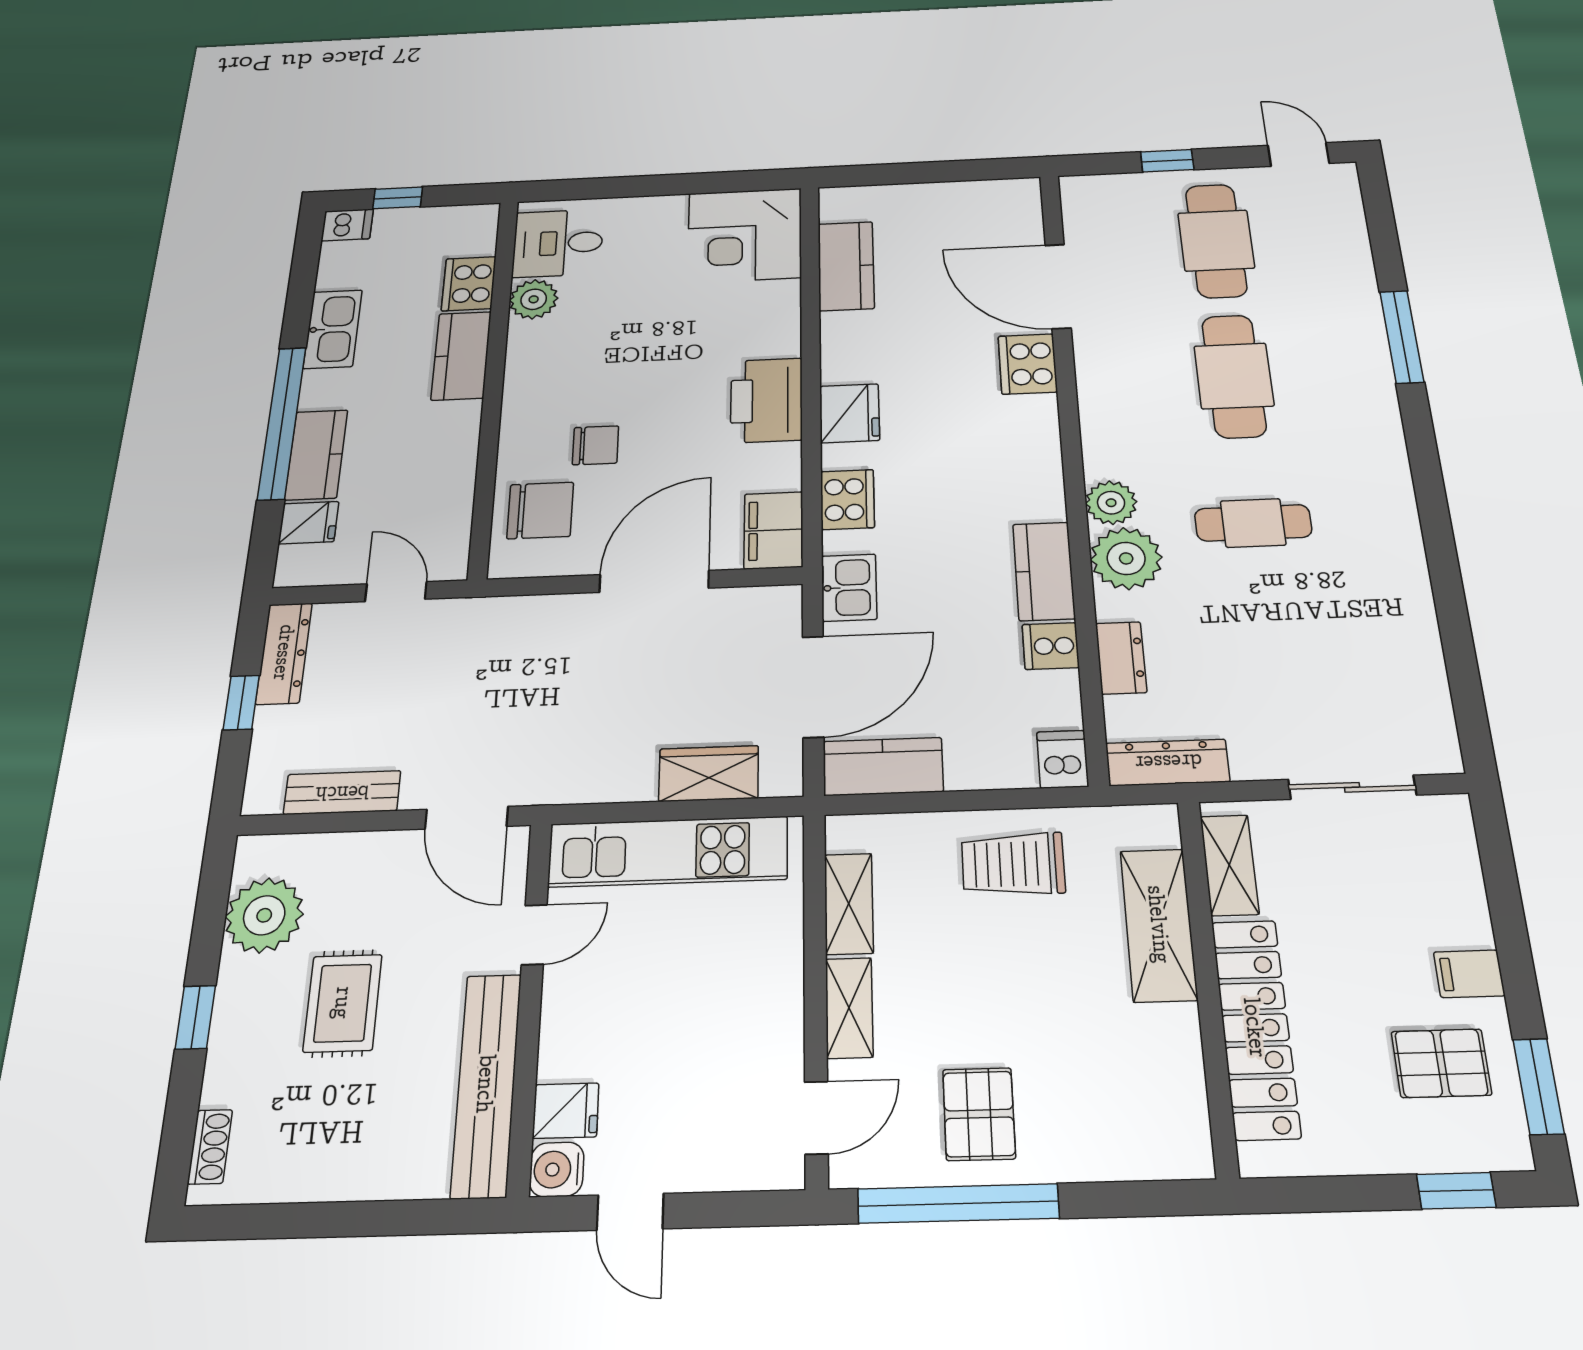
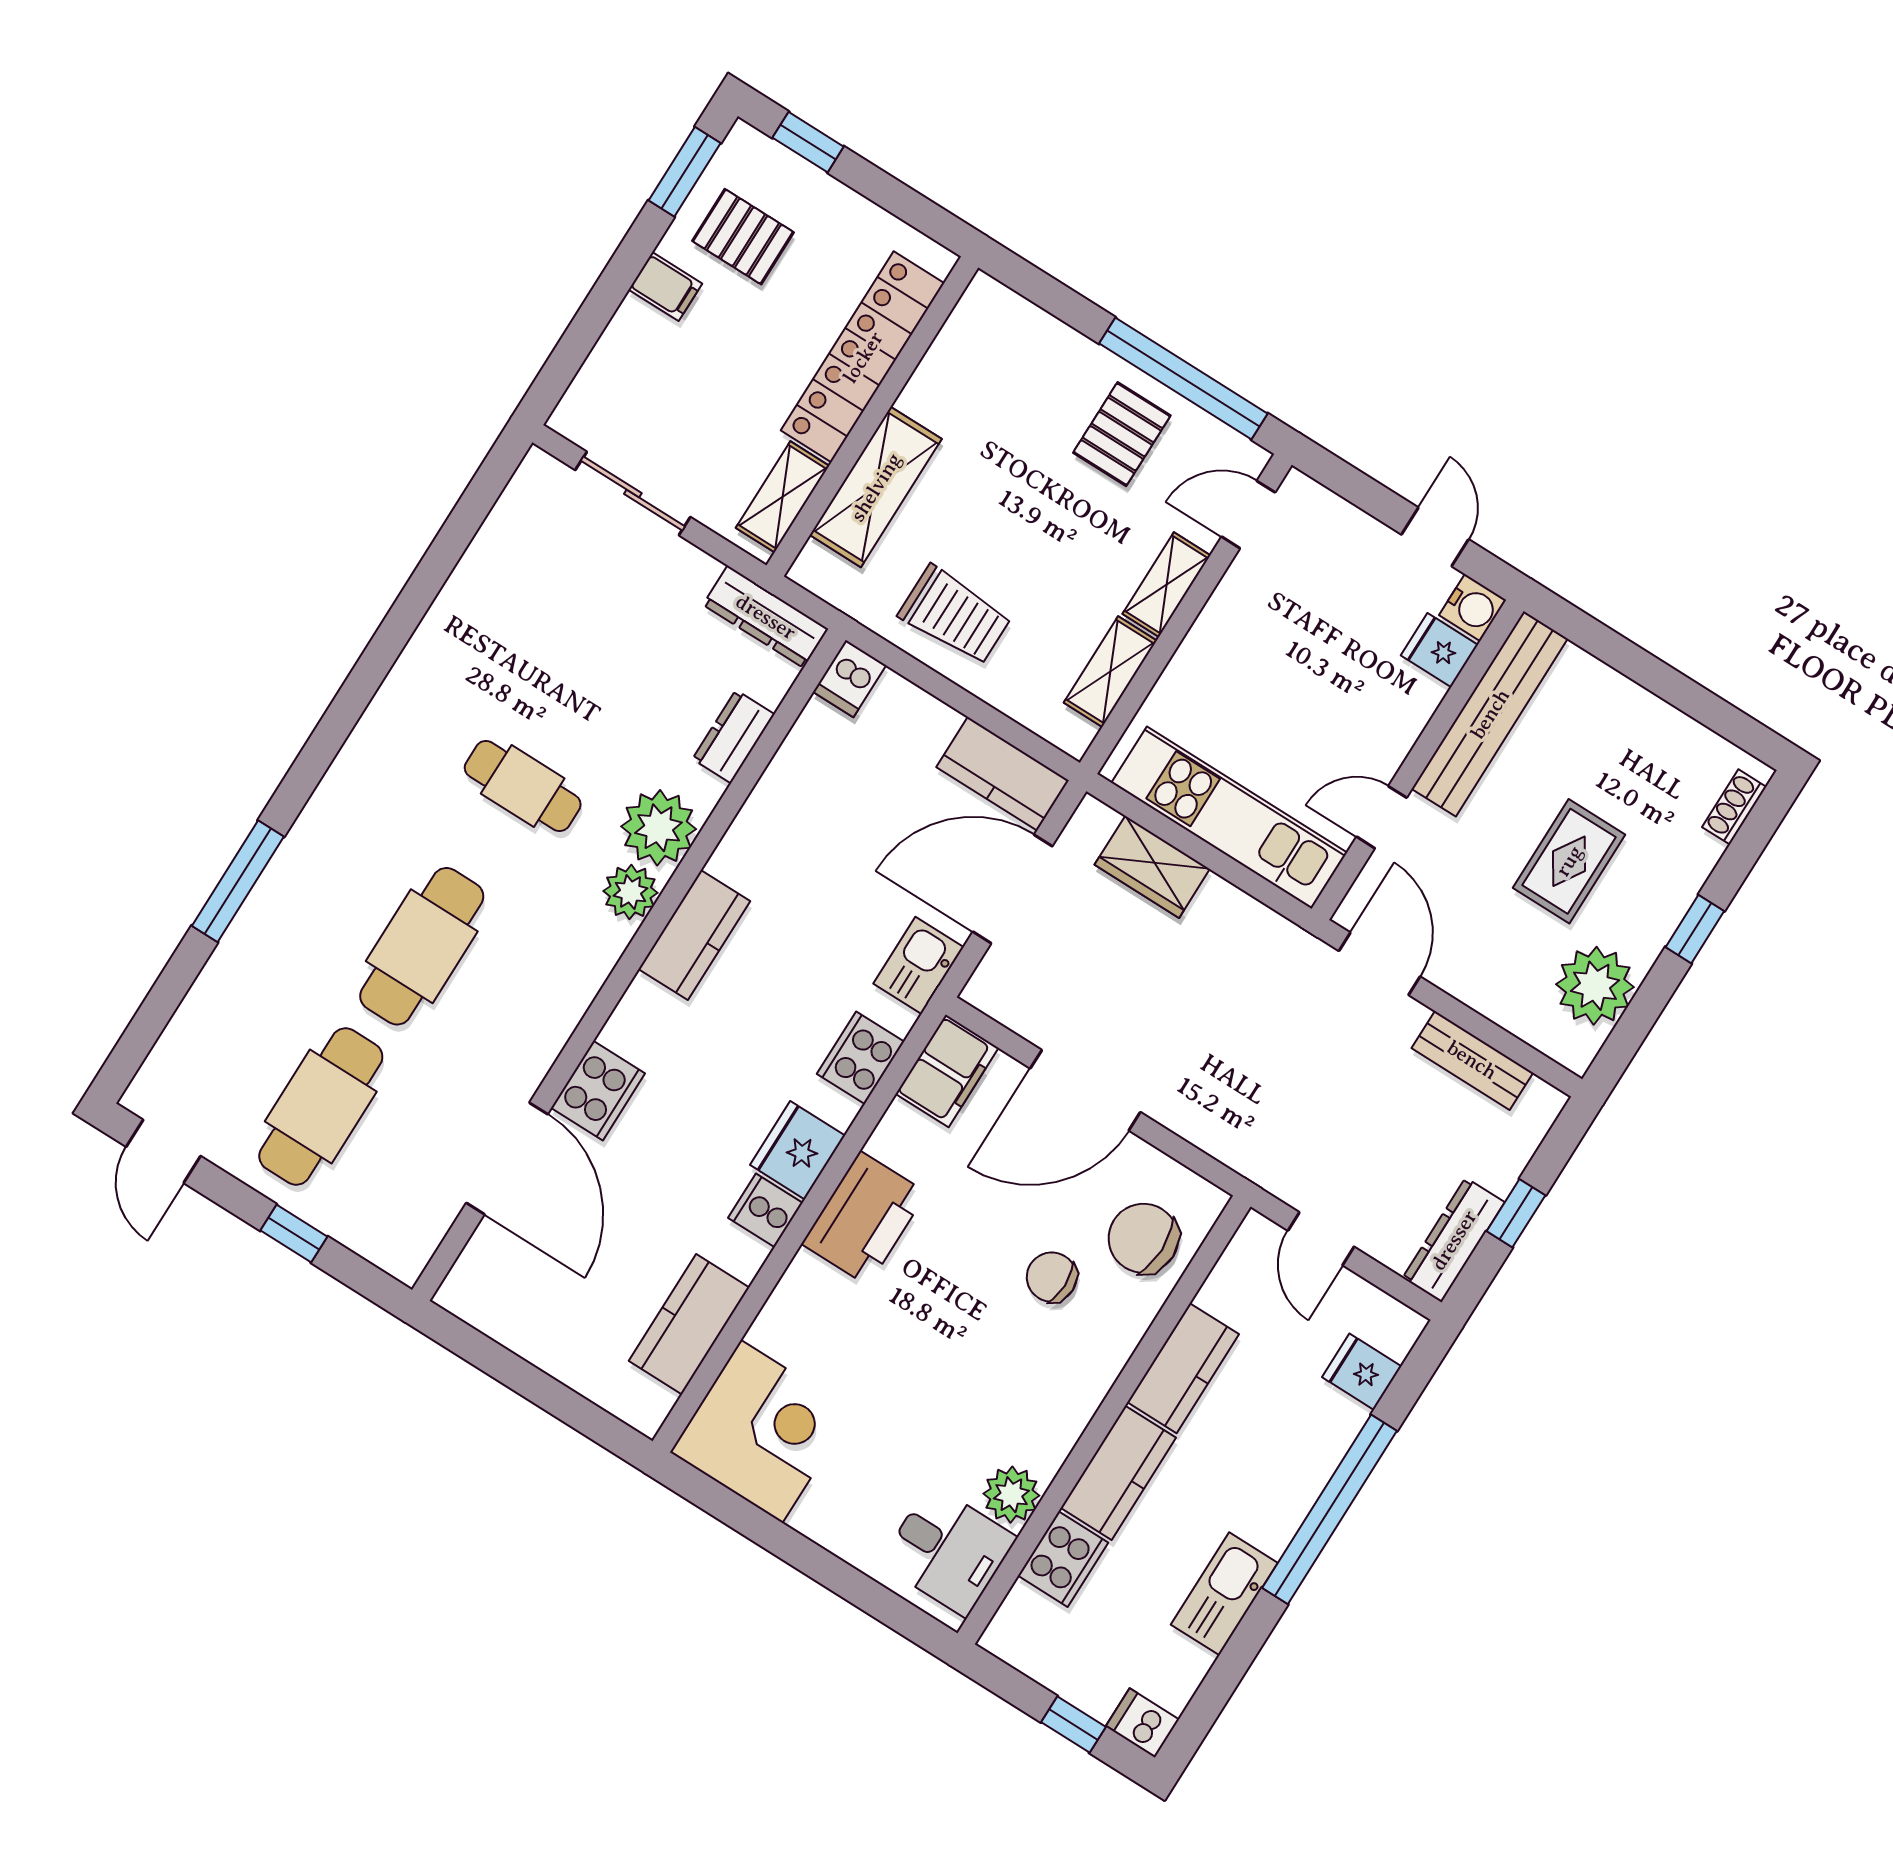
kitchen counter: (316, 455) -> (1183, 1368), moved, turned 180
kitchen counter: (1044, 571) -> (694, 935), moved
cooker: (1051, 646) -> (765, 1210), moved, turned 180

